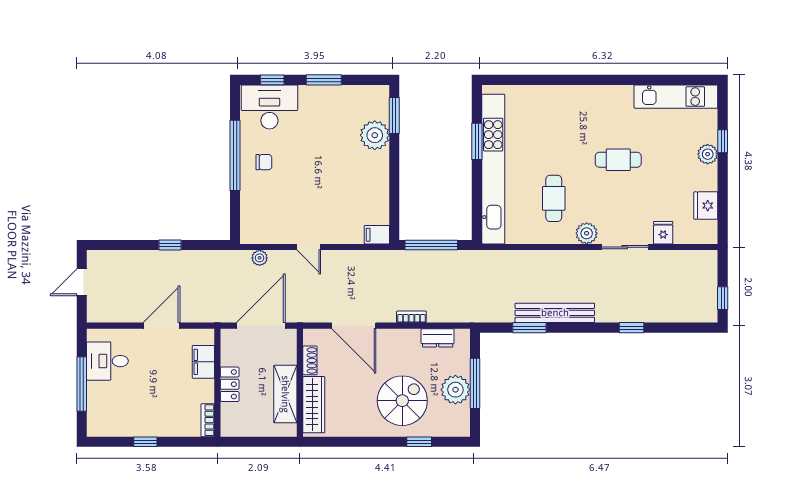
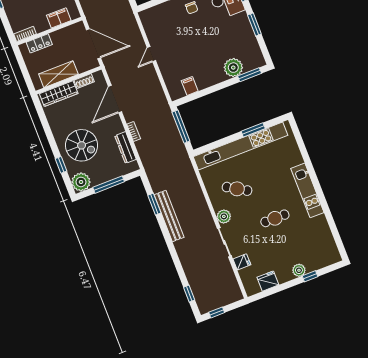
kitchen unit: (676, 97) -> (307, 190), moved
cafe table: (618, 160) -> (275, 218), turned 90
cafe table: (554, 198) -> (237, 189), turned 31
filing cabinet: (377, 235) -> (190, 86), moved
plant: (260, 258) -> (134, 27), removed
window: (632, 328) -> (189, 294), moved
dresser: (438, 338) -> (125, 148), width x1.44
locker: (230, 384) -> (39, 43), moved
plant: (455, 390) -> (81, 182), moved

